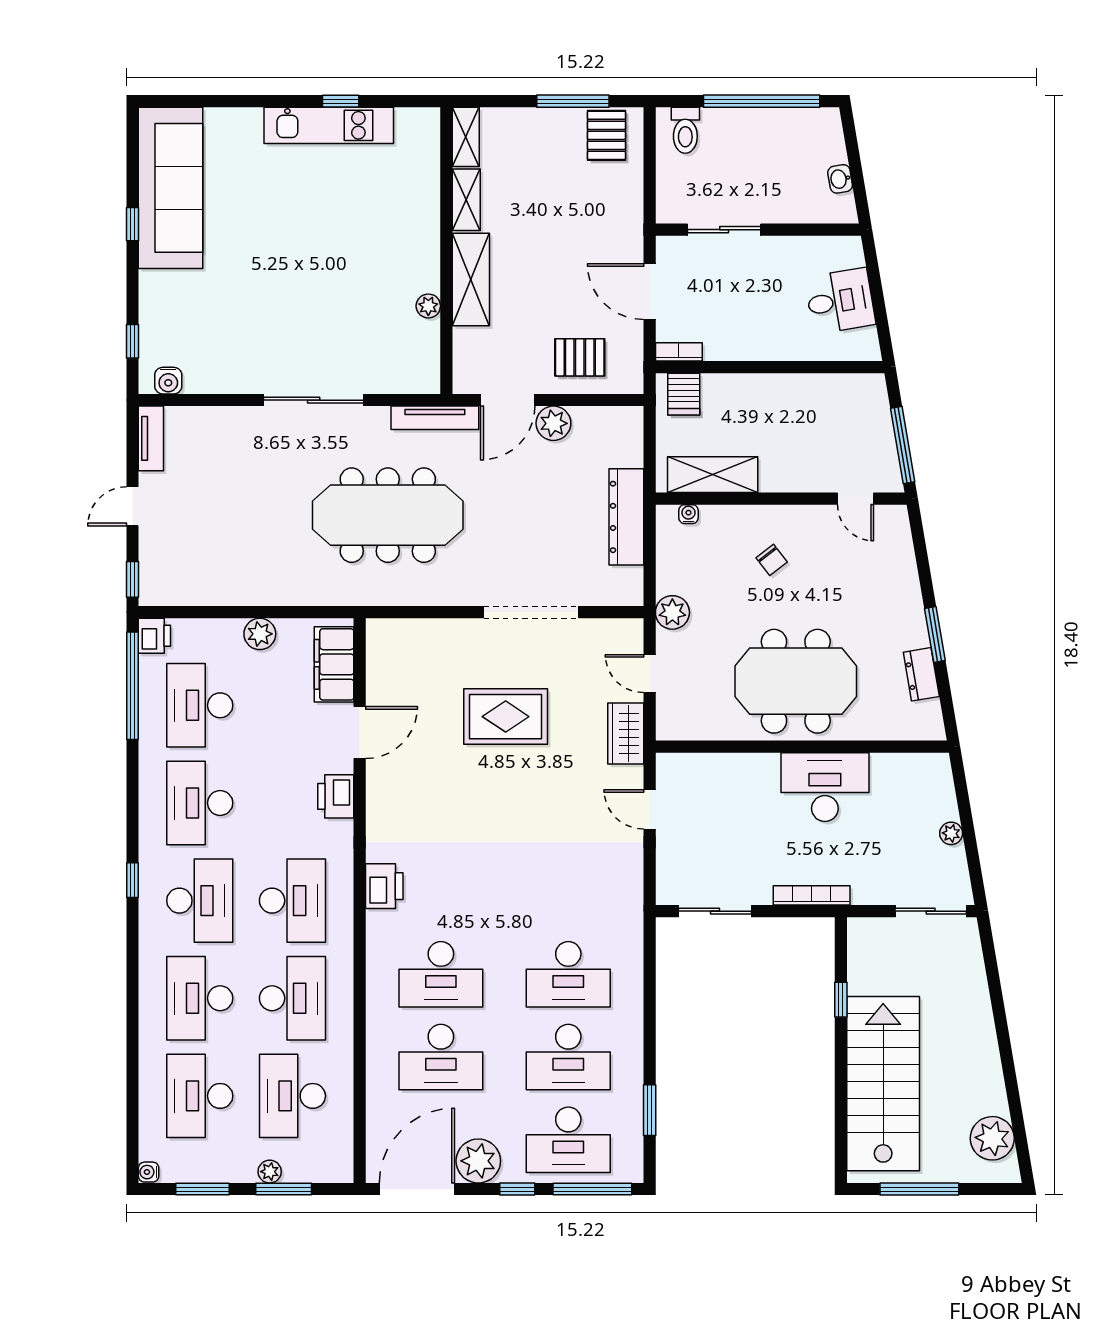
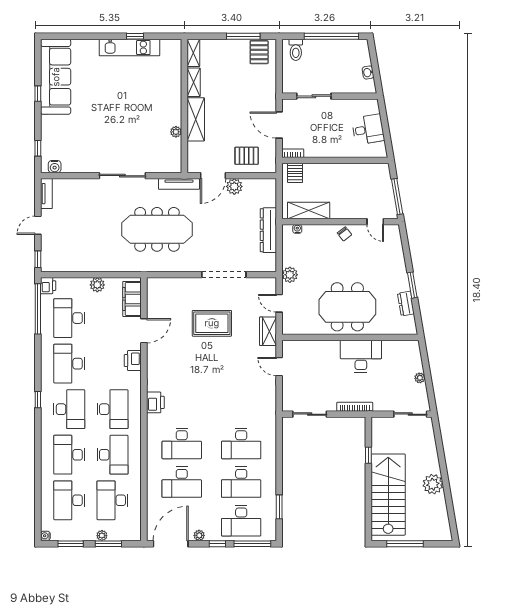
chair: (772, 560) -> (344, 234), moved
plant: (992, 1138) -> (433, 484), moved
plant: (478, 1161) -> (199, 535), width x0.53, depth x0.53

